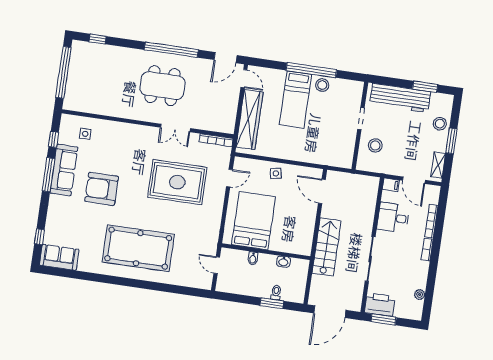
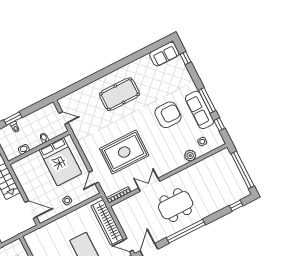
plant: (109, 128) -> (190, 156), added
pool table: (138, 248) -> (119, 94), width x0.73, depth x0.76

